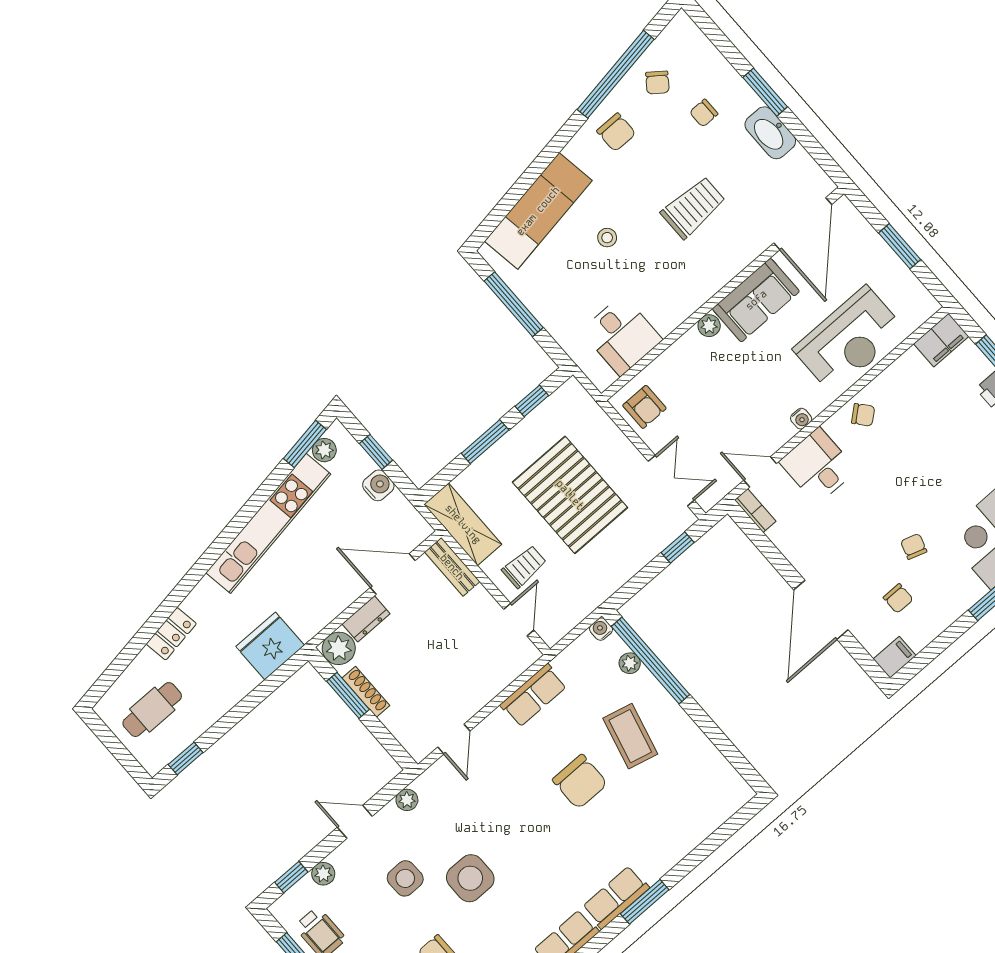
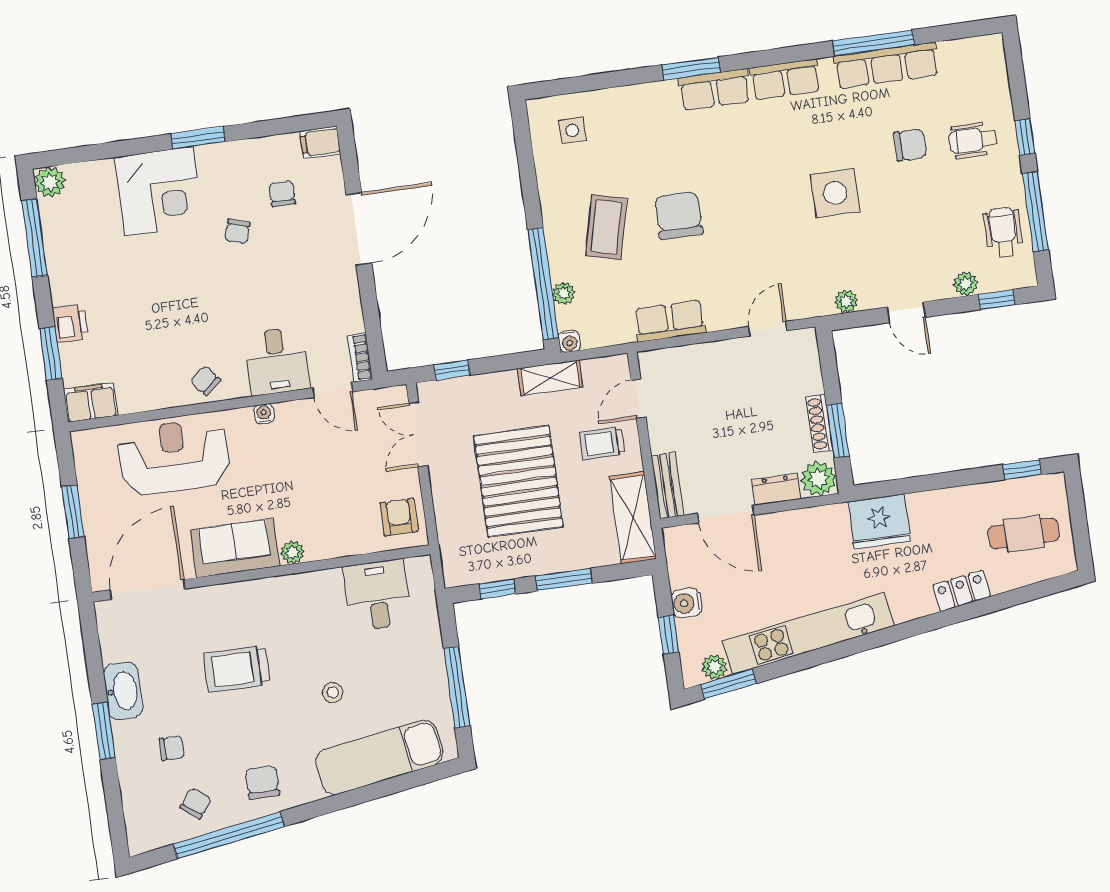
shelving: (598, 591) -> (550, 378), added
side table: (405, 878) -> (572, 130), moved, width x0.73, depth x0.73

